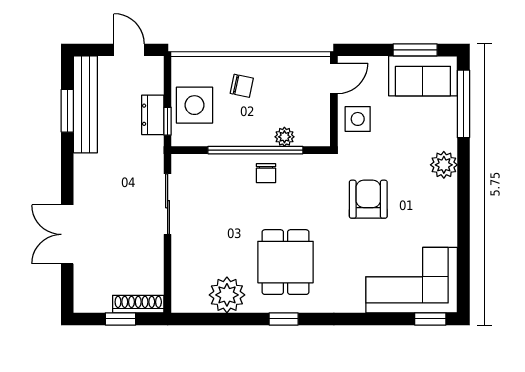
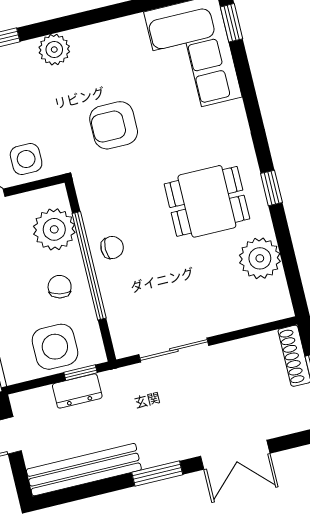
chair: (242, 86) -> (60, 287), moved
window: (67, 111) -> (157, 474), moved
plant: (284, 137) -> (54, 229), width x1.87, depth x1.87

